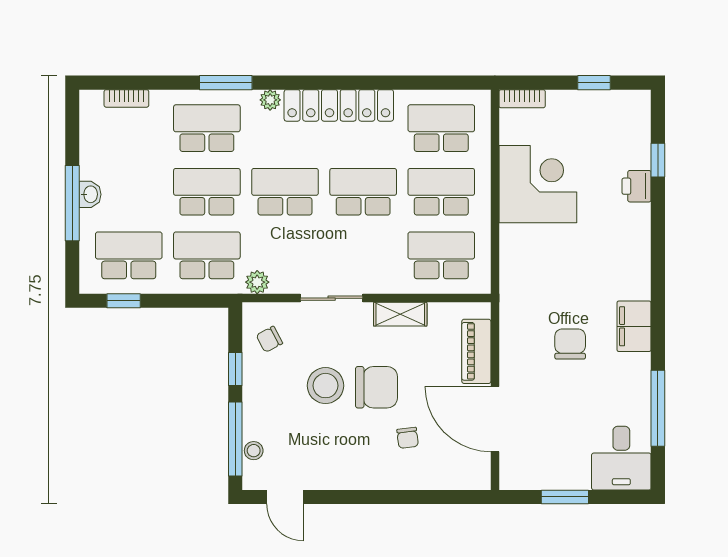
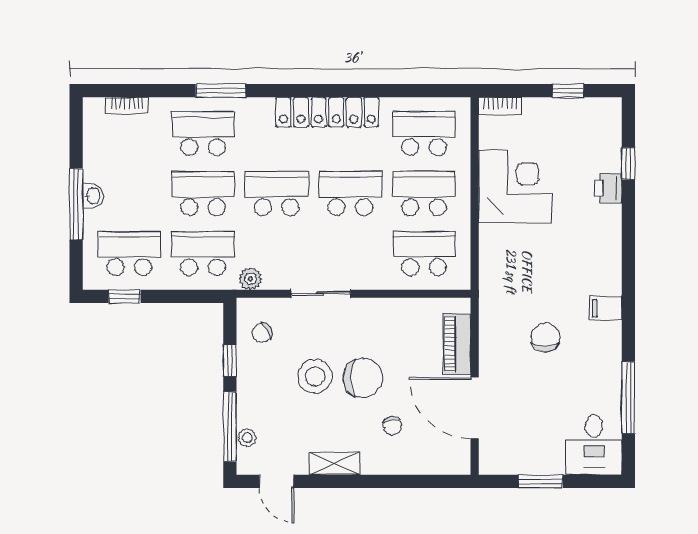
plant: (270, 100) -> (263, 107), removed
shelving: (400, 314) -> (334, 464), moved
filing cabinet: (634, 326) -> (606, 308), width x0.50

